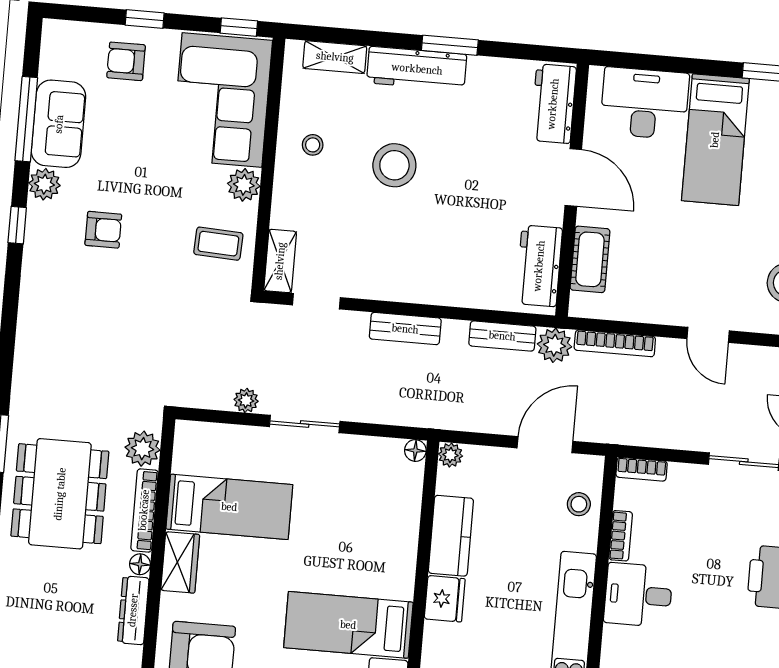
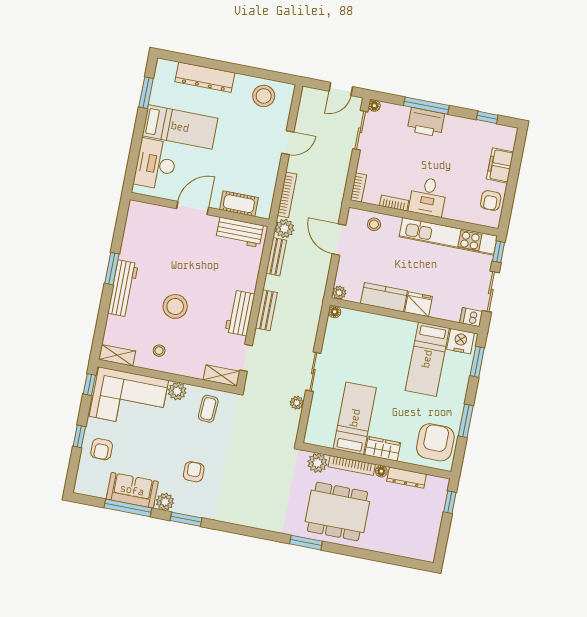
shelving: (335, 57) -> (117, 355), moved, turned 90
workbench: (553, 104) -> (240, 313), moved, turned 90
window: (17, 225) -> (186, 519), width x1.50

